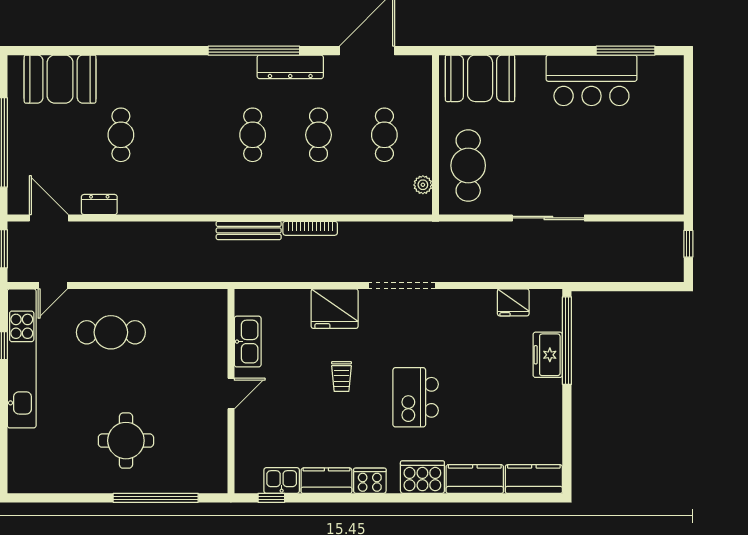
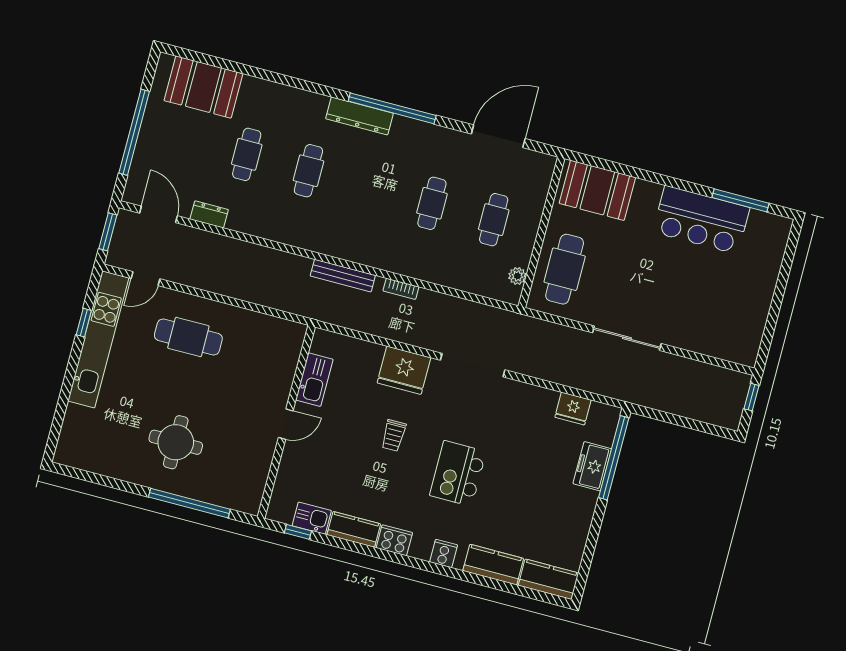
dresser: (290, 67) -> (359, 116), moved
cafe table: (253, 135) -> (308, 171), moved
bookcase: (310, 228) -> (401, 289), width x0.64
cooker: (422, 477) -> (444, 553), width x0.53, depth x0.76

